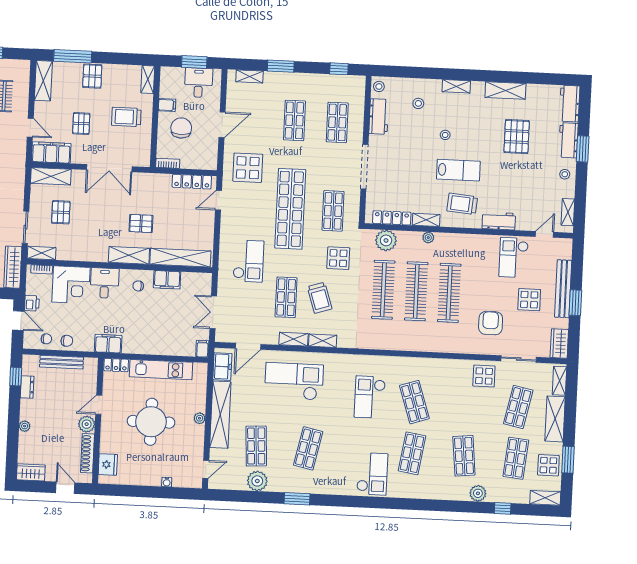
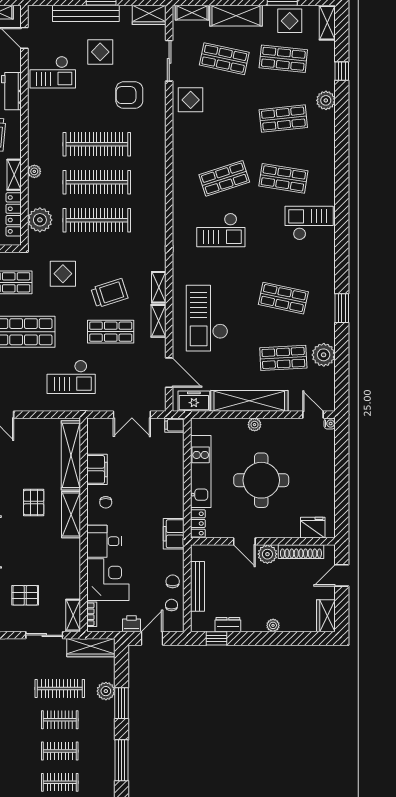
checkout: (248, 261) -> (71, 377), turned 180
water cooler: (167, 482) -> (330, 424), moved

